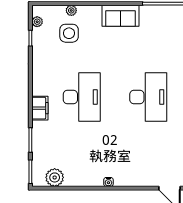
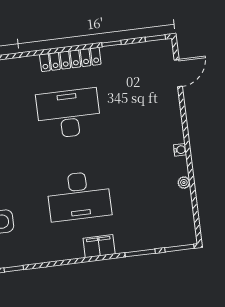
desk: (82, 97) -> (79, 196), turned 180
plant: (55, 177) -> (184, 183), moved, width x0.53, depth x0.53

